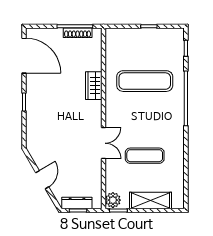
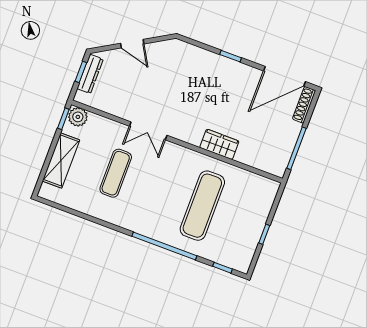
shoe rack: (78, 33) -> (304, 105), moved

